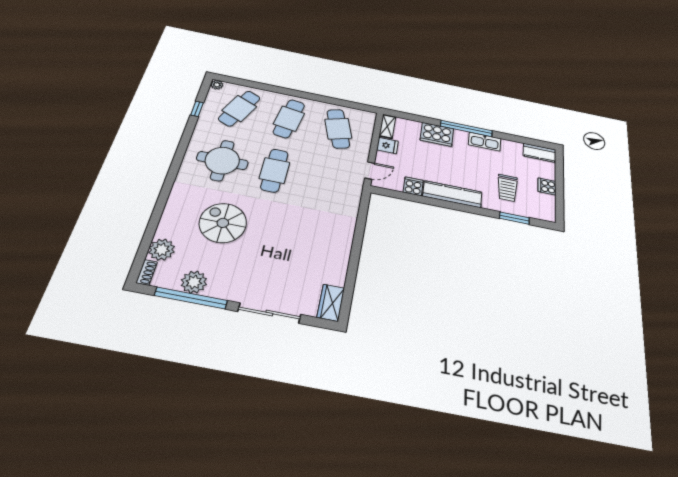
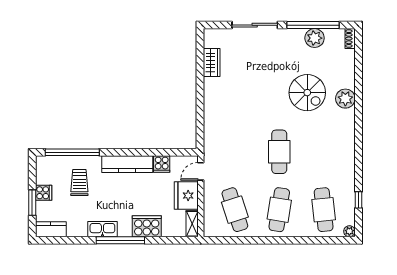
cafe table: (239, 108) -> (324, 210), turned -30
fridge: (387, 146) -> (186, 196), width x1.88, depth x1.34
round table: (222, 160) -> (323, 151), removed
window: (559, 180) -> (32, 203), added
window: (514, 218) -> (72, 152), width x2.11
plant: (162, 250) -> (345, 99), moved
wardrobe: (331, 303) -> (212, 62), moved

